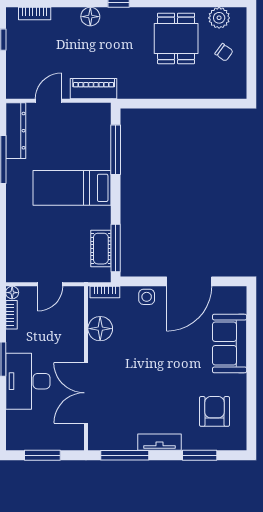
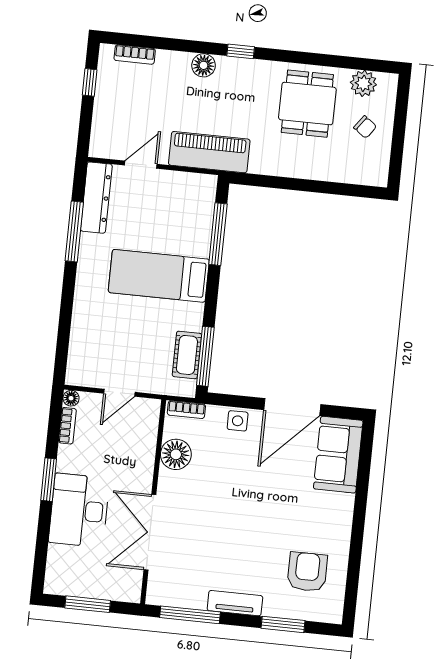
piano: (94, 89) -> (209, 152), width x1.37, depth x1.33
sofa: (230, 344) -> (338, 455), moved

